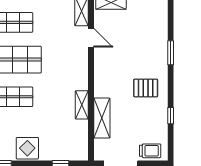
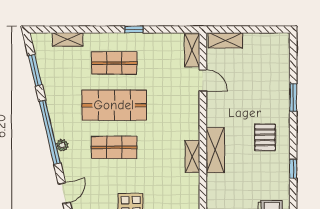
pallet: (146, 88) -> (265, 137), turned 90
shelving: (102, 118) -> (215, 150), moved

